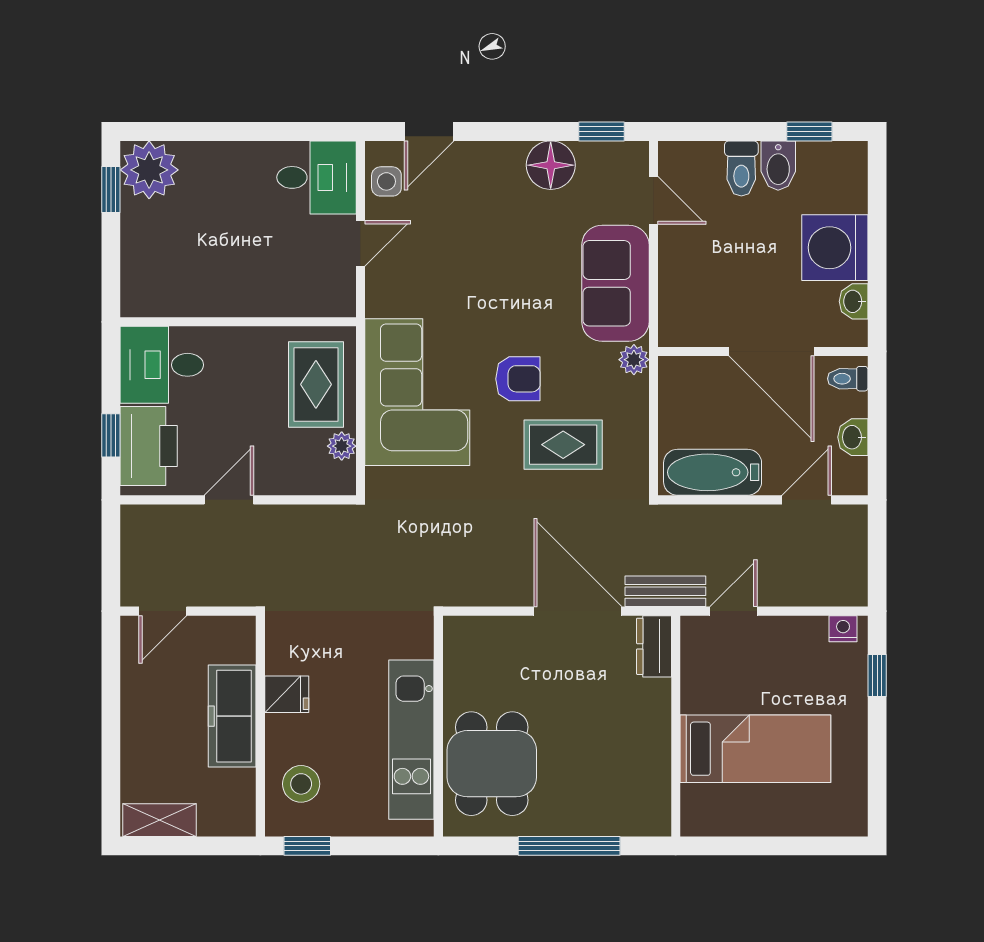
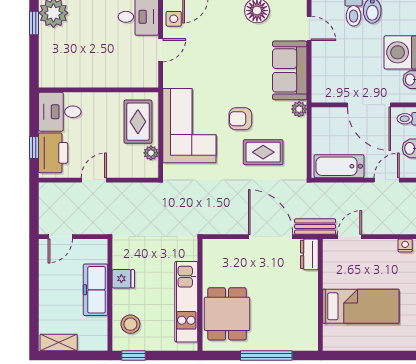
armchair: (518, 379) -> (240, 119), turned 180

